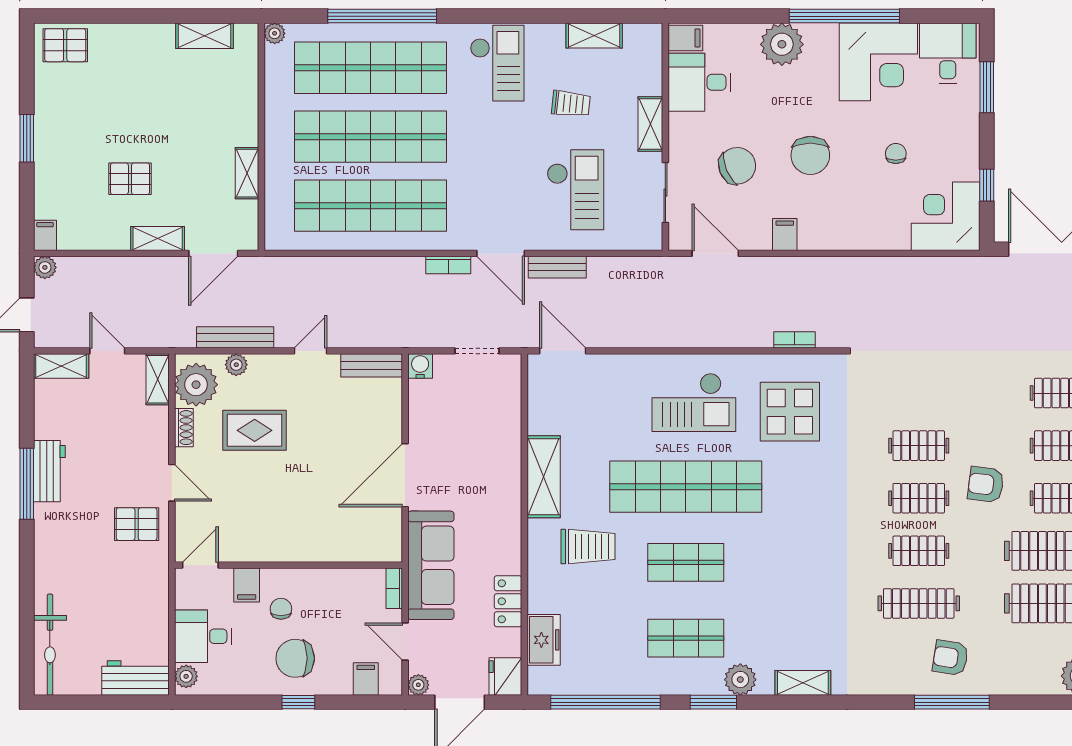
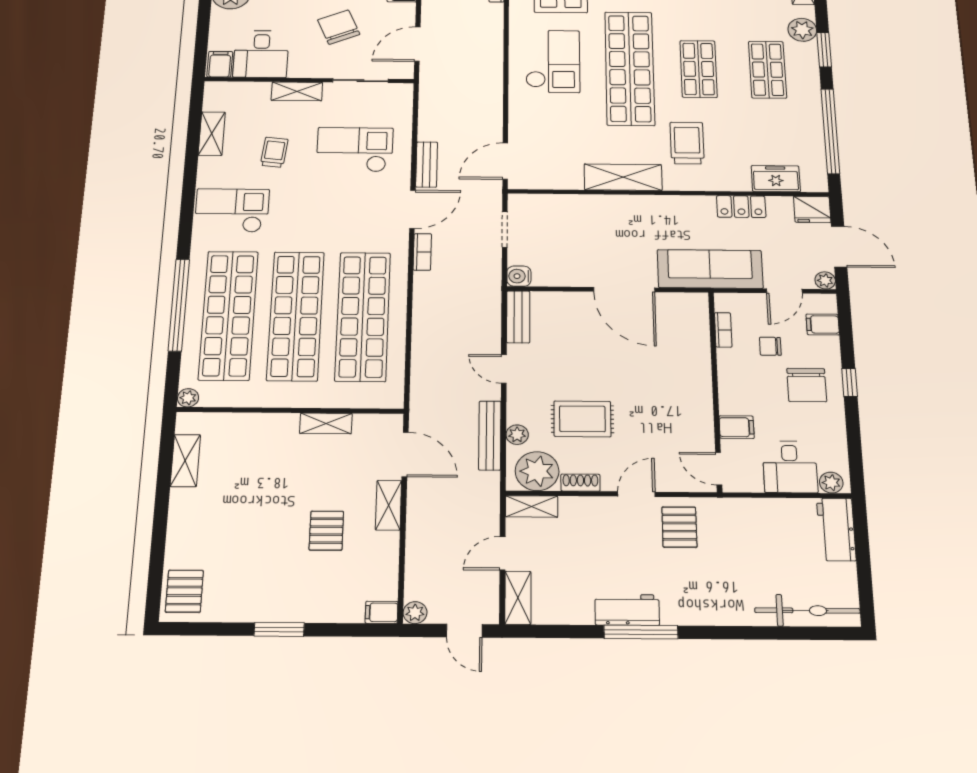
rug: (255, 430) -> (582, 419), turned 90
bookcase: (394, 588) -> (723, 330), moved, turned -90
chair: (281, 609) -> (770, 346), moved

